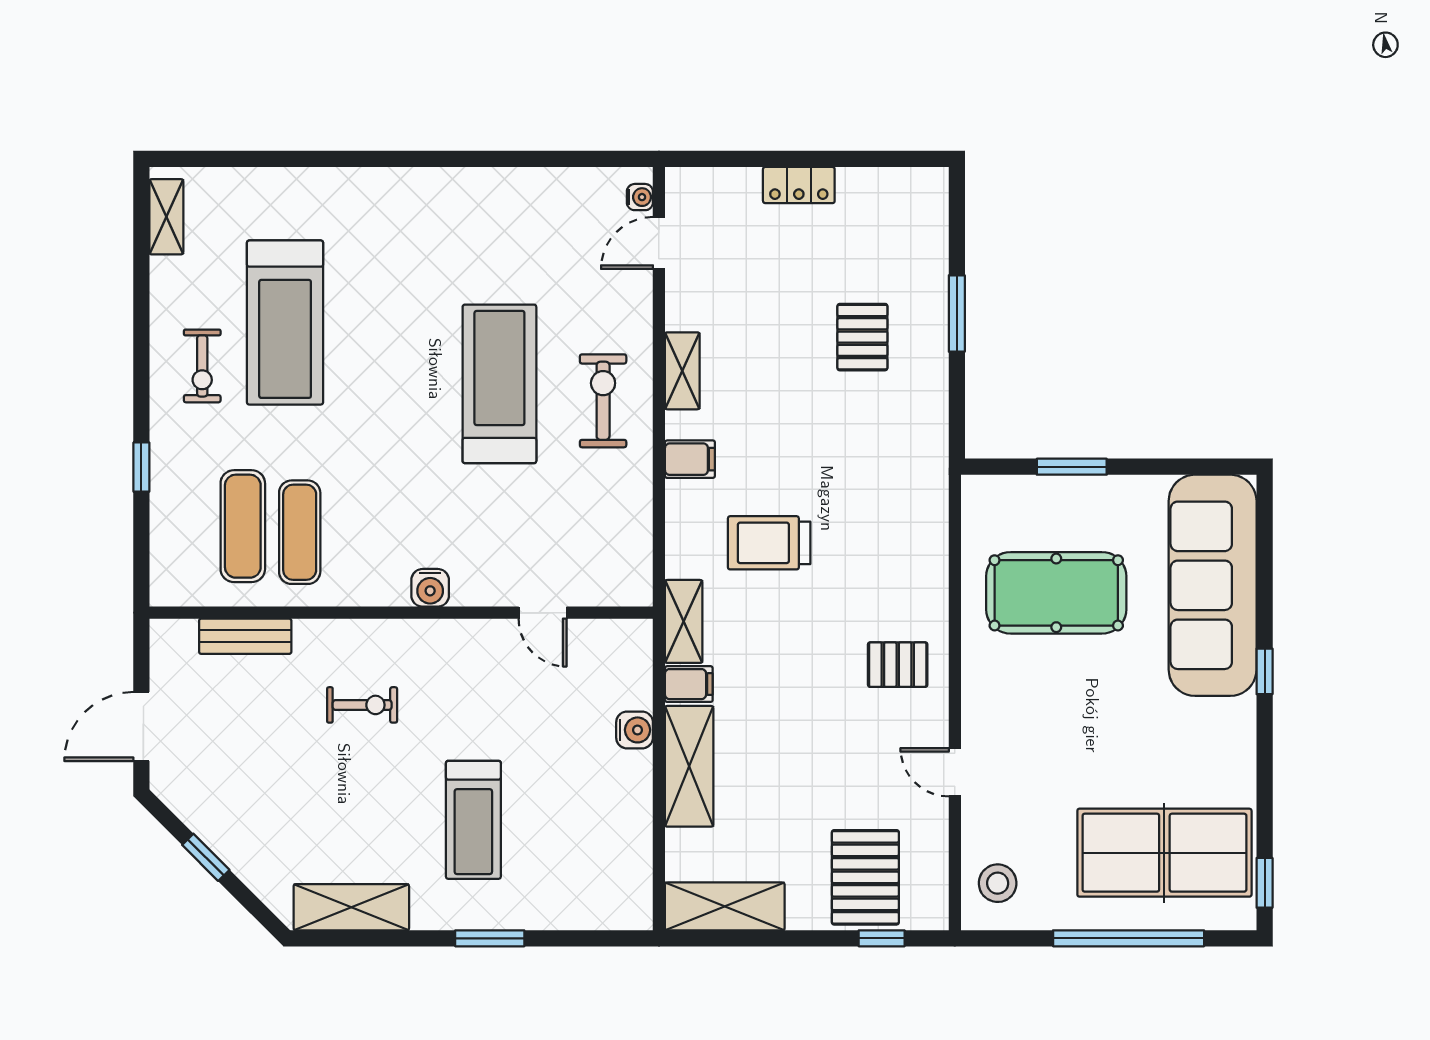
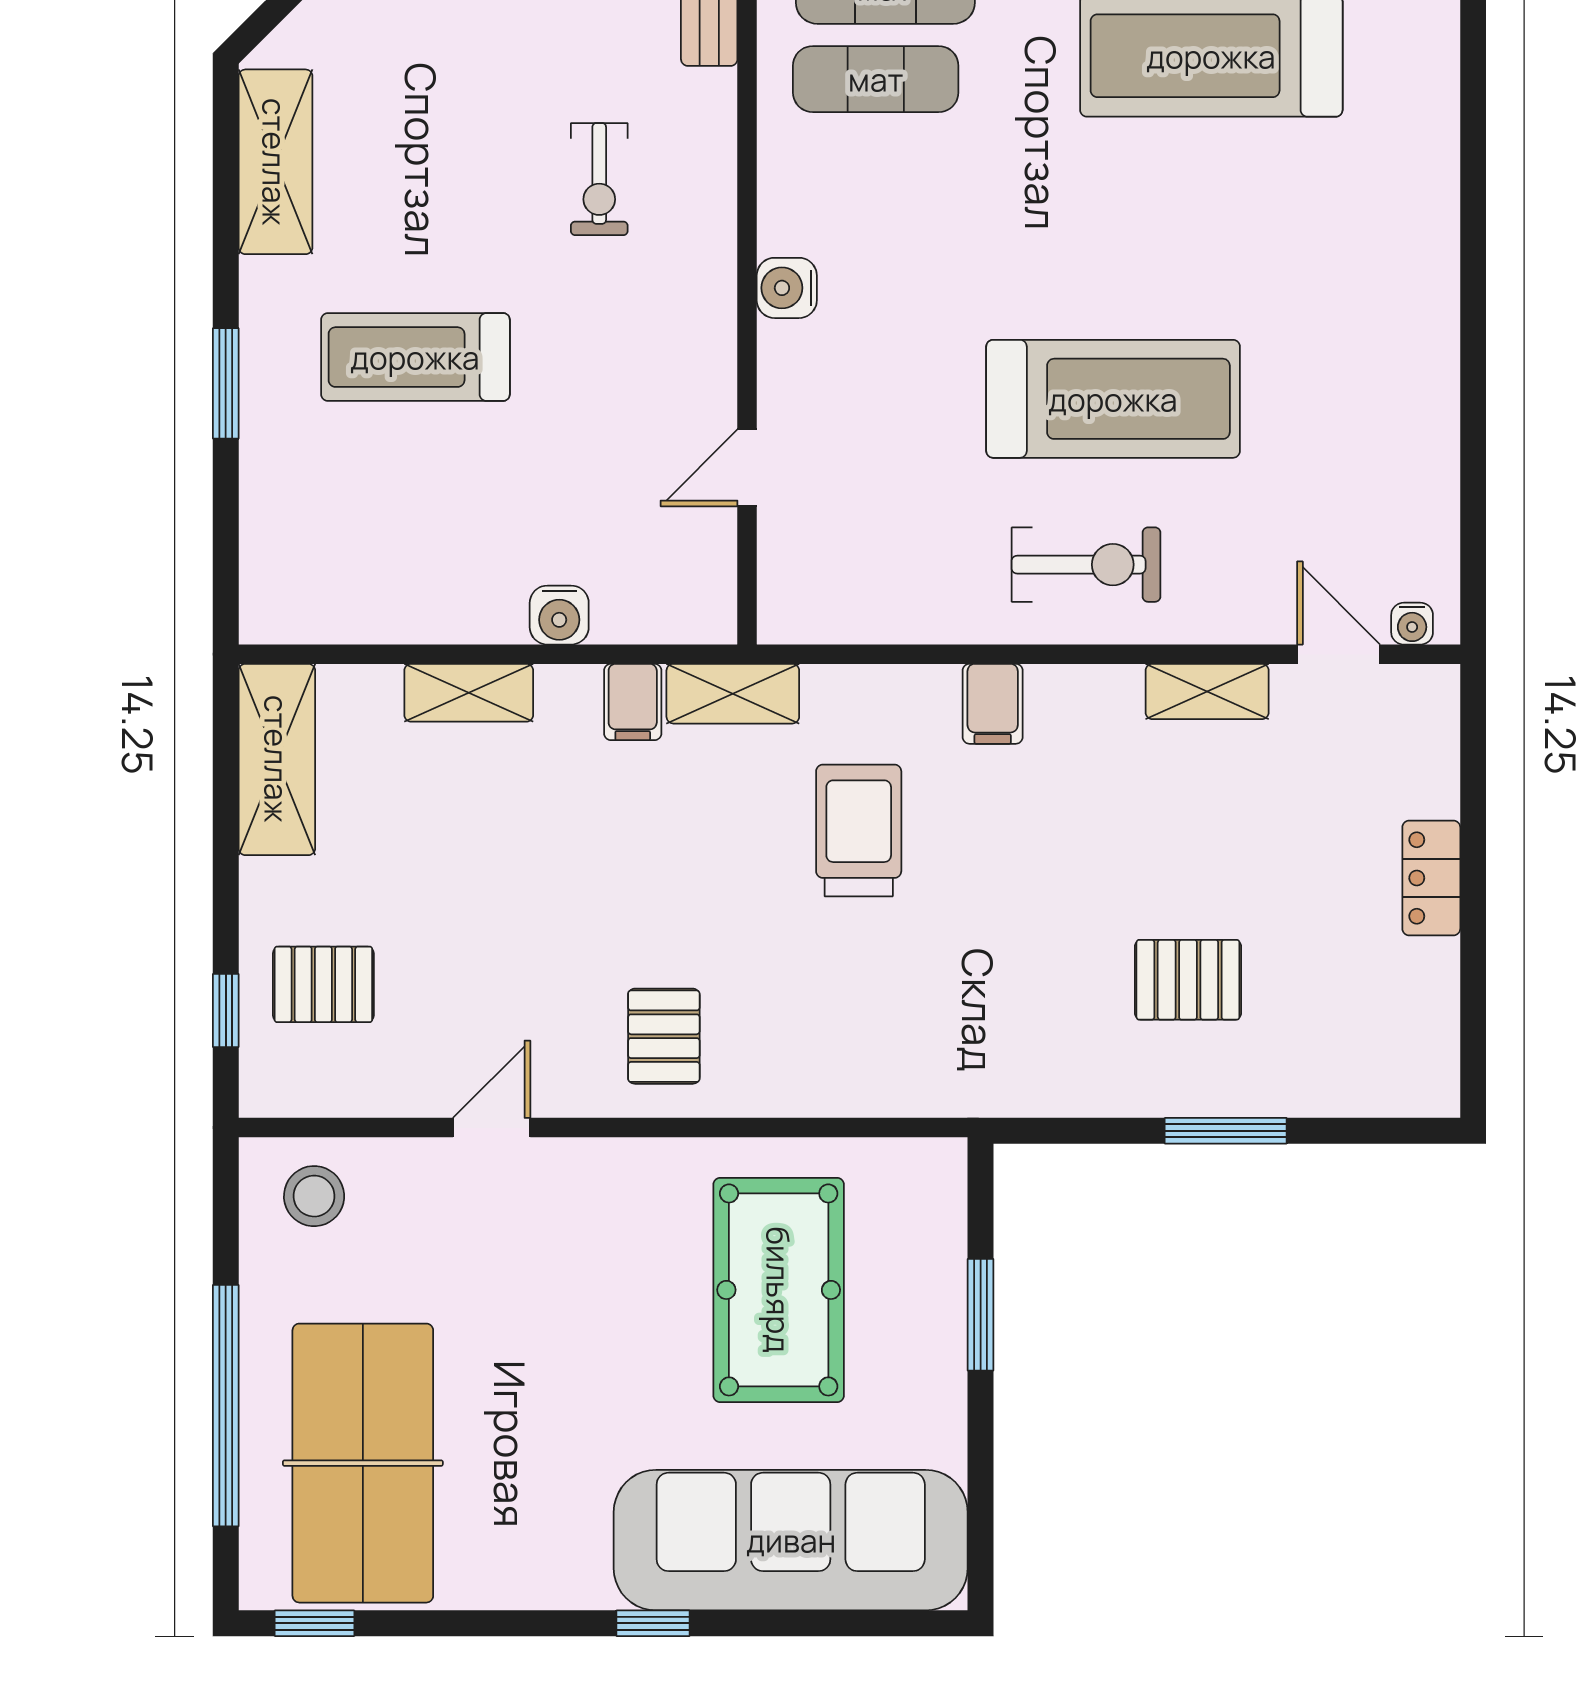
shelving: (682, 371) -> (1207, 691), moved
shelving: (689, 766) -> (469, 693), width x0.67, depth x0.75
pallet: (865, 877) -> (323, 984), width x0.67, depth x0.71

